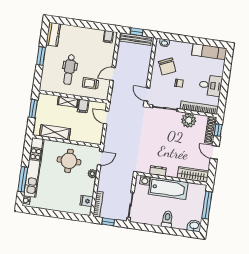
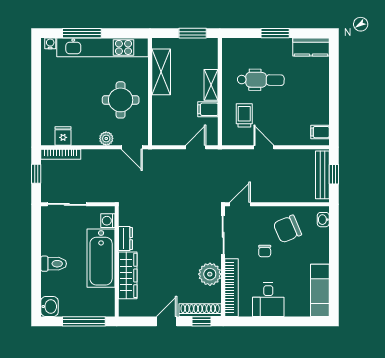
dental chair: (69, 70) -> (261, 80), turned 180
wardrobe: (193, 175) -> (128, 275), moved

